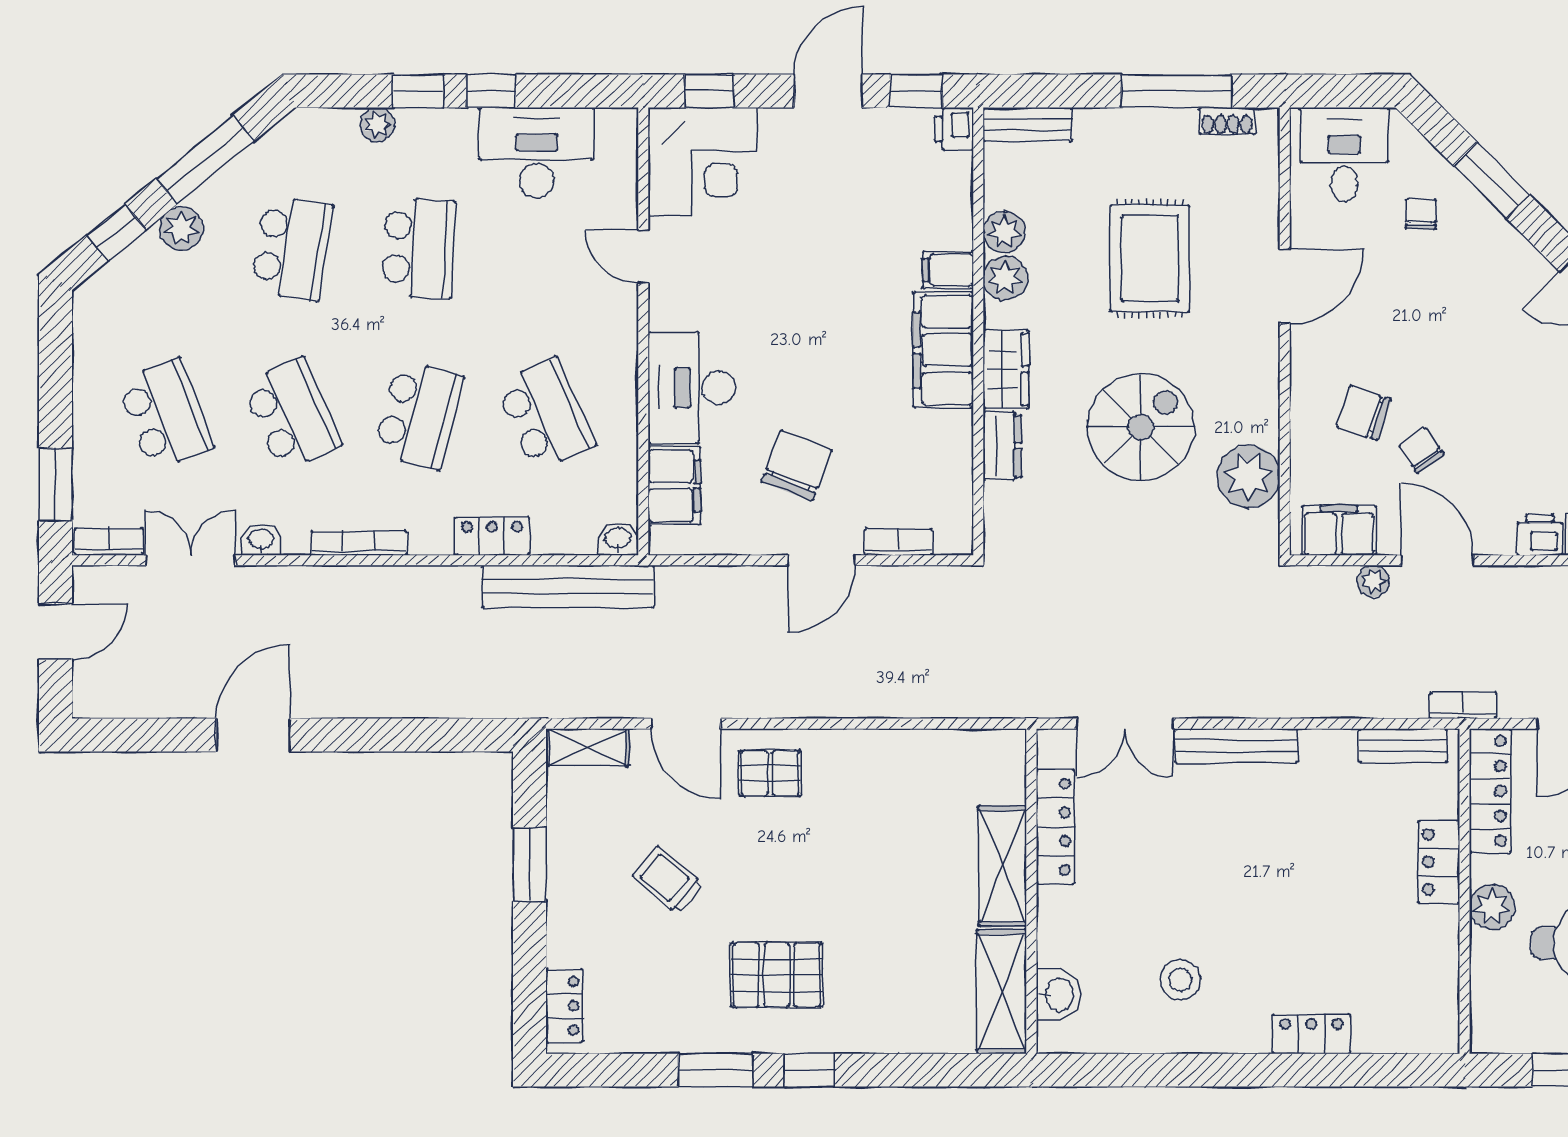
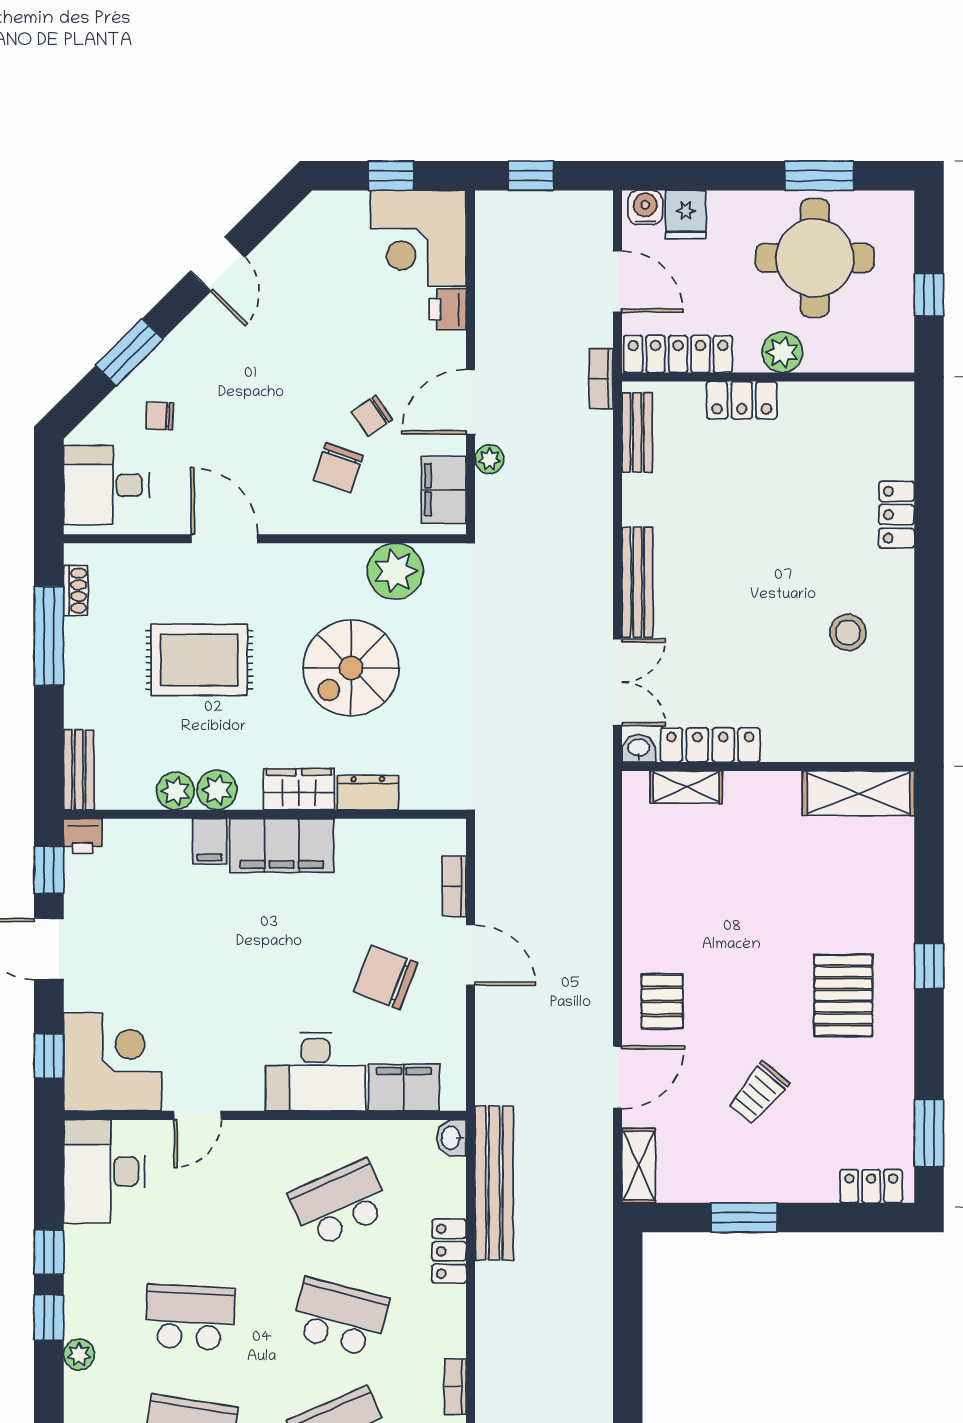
desk: (537, 153) -> (104, 1171), moved
spiral stairs: (1141, 427) -> (351, 668), turned -90
bookcase: (359, 543) -> (455, 1387), width x0.64
shelving: (1002, 866) -> (686, 787), moved, width x0.67, depth x0.75
washbasin: (1058, 995) -> (639, 748), moved, width x0.72, depth x0.69
window: (716, 1070) -> (929, 1133), moved

